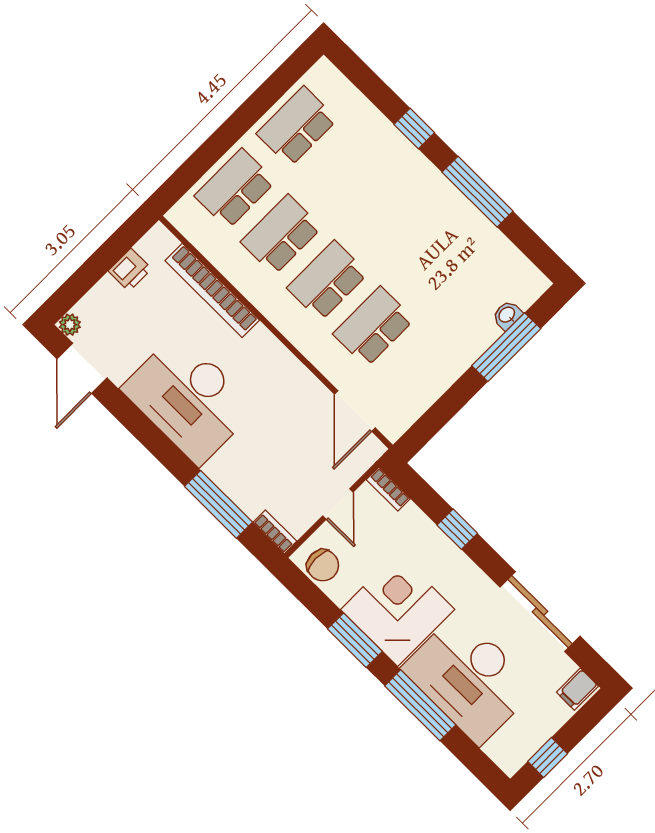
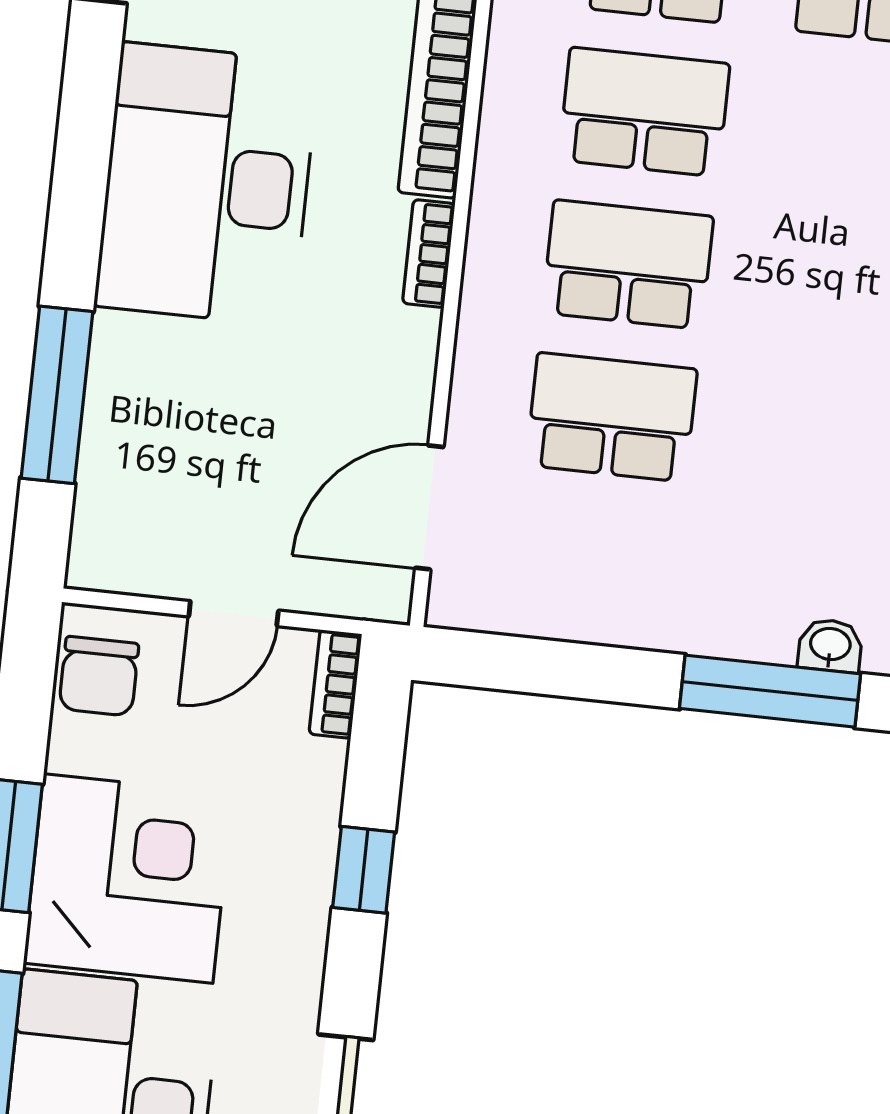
bookcase: (275, 532) -> (429, 254), moved, turned 180

